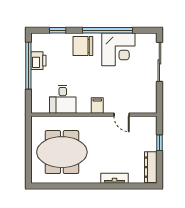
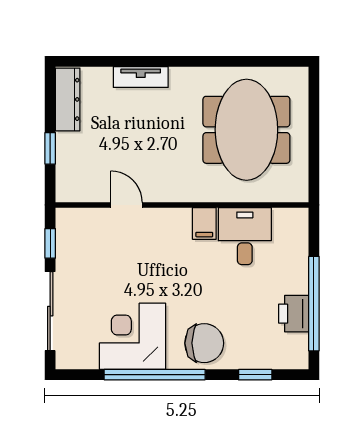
window: (159, 96) -> (50, 243), added
filing cabinet: (97, 106) -> (204, 223), moved
meeting table: (62, 152) -> (246, 130), turned 90

